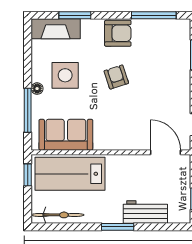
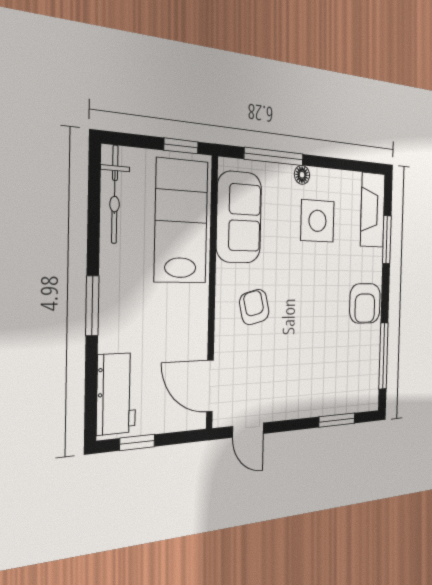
armchair: (116, 77) -> (254, 307), moved, turned -86
door: (165, 152) -> (210, 386), swing flipped
workbench: (145, 212) -> (116, 394), moved

